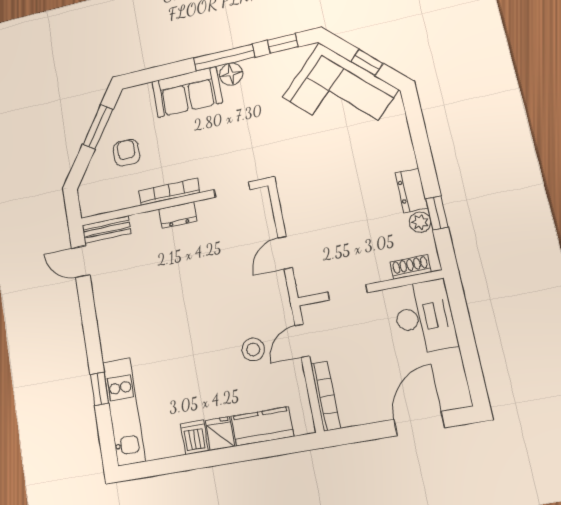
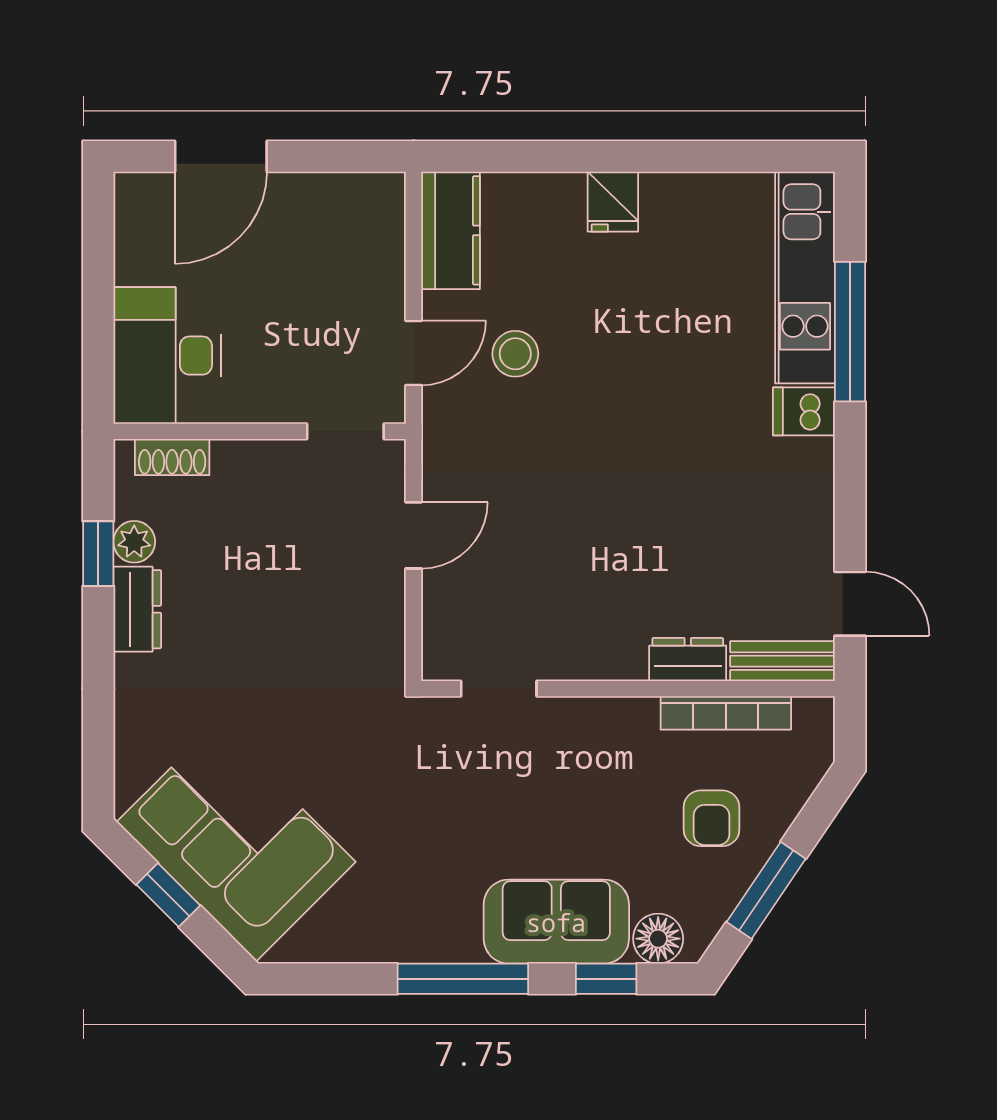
window: (283, 44) -> (606, 979), moved
floor lamp: (231, 74) -> (658, 939), moved
bookcase: (169, 192) -> (726, 713), moved
dresser: (178, 215) -> (688, 659), moved
doorway: (348, 292) -> (345, 431), moved
window: (99, 389) -> (850, 332), width x2.17
bookcase: (326, 396) -> (389, 238), removed
kitchen counter: (262, 426) -> (451, 230), moved, turned -90
dishwasher: (194, 437) -> (804, 411), moved, turned 90

